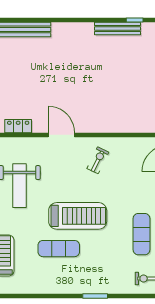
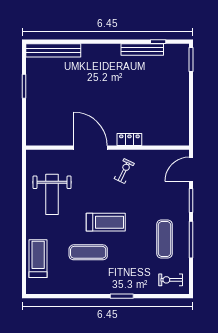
locker: (18, 126) -> (129, 139), moved
door: (61, 135) -> (91, 148), width x1.36
treadmill: (78, 216) -> (106, 222), width x0.73, depth x0.73

